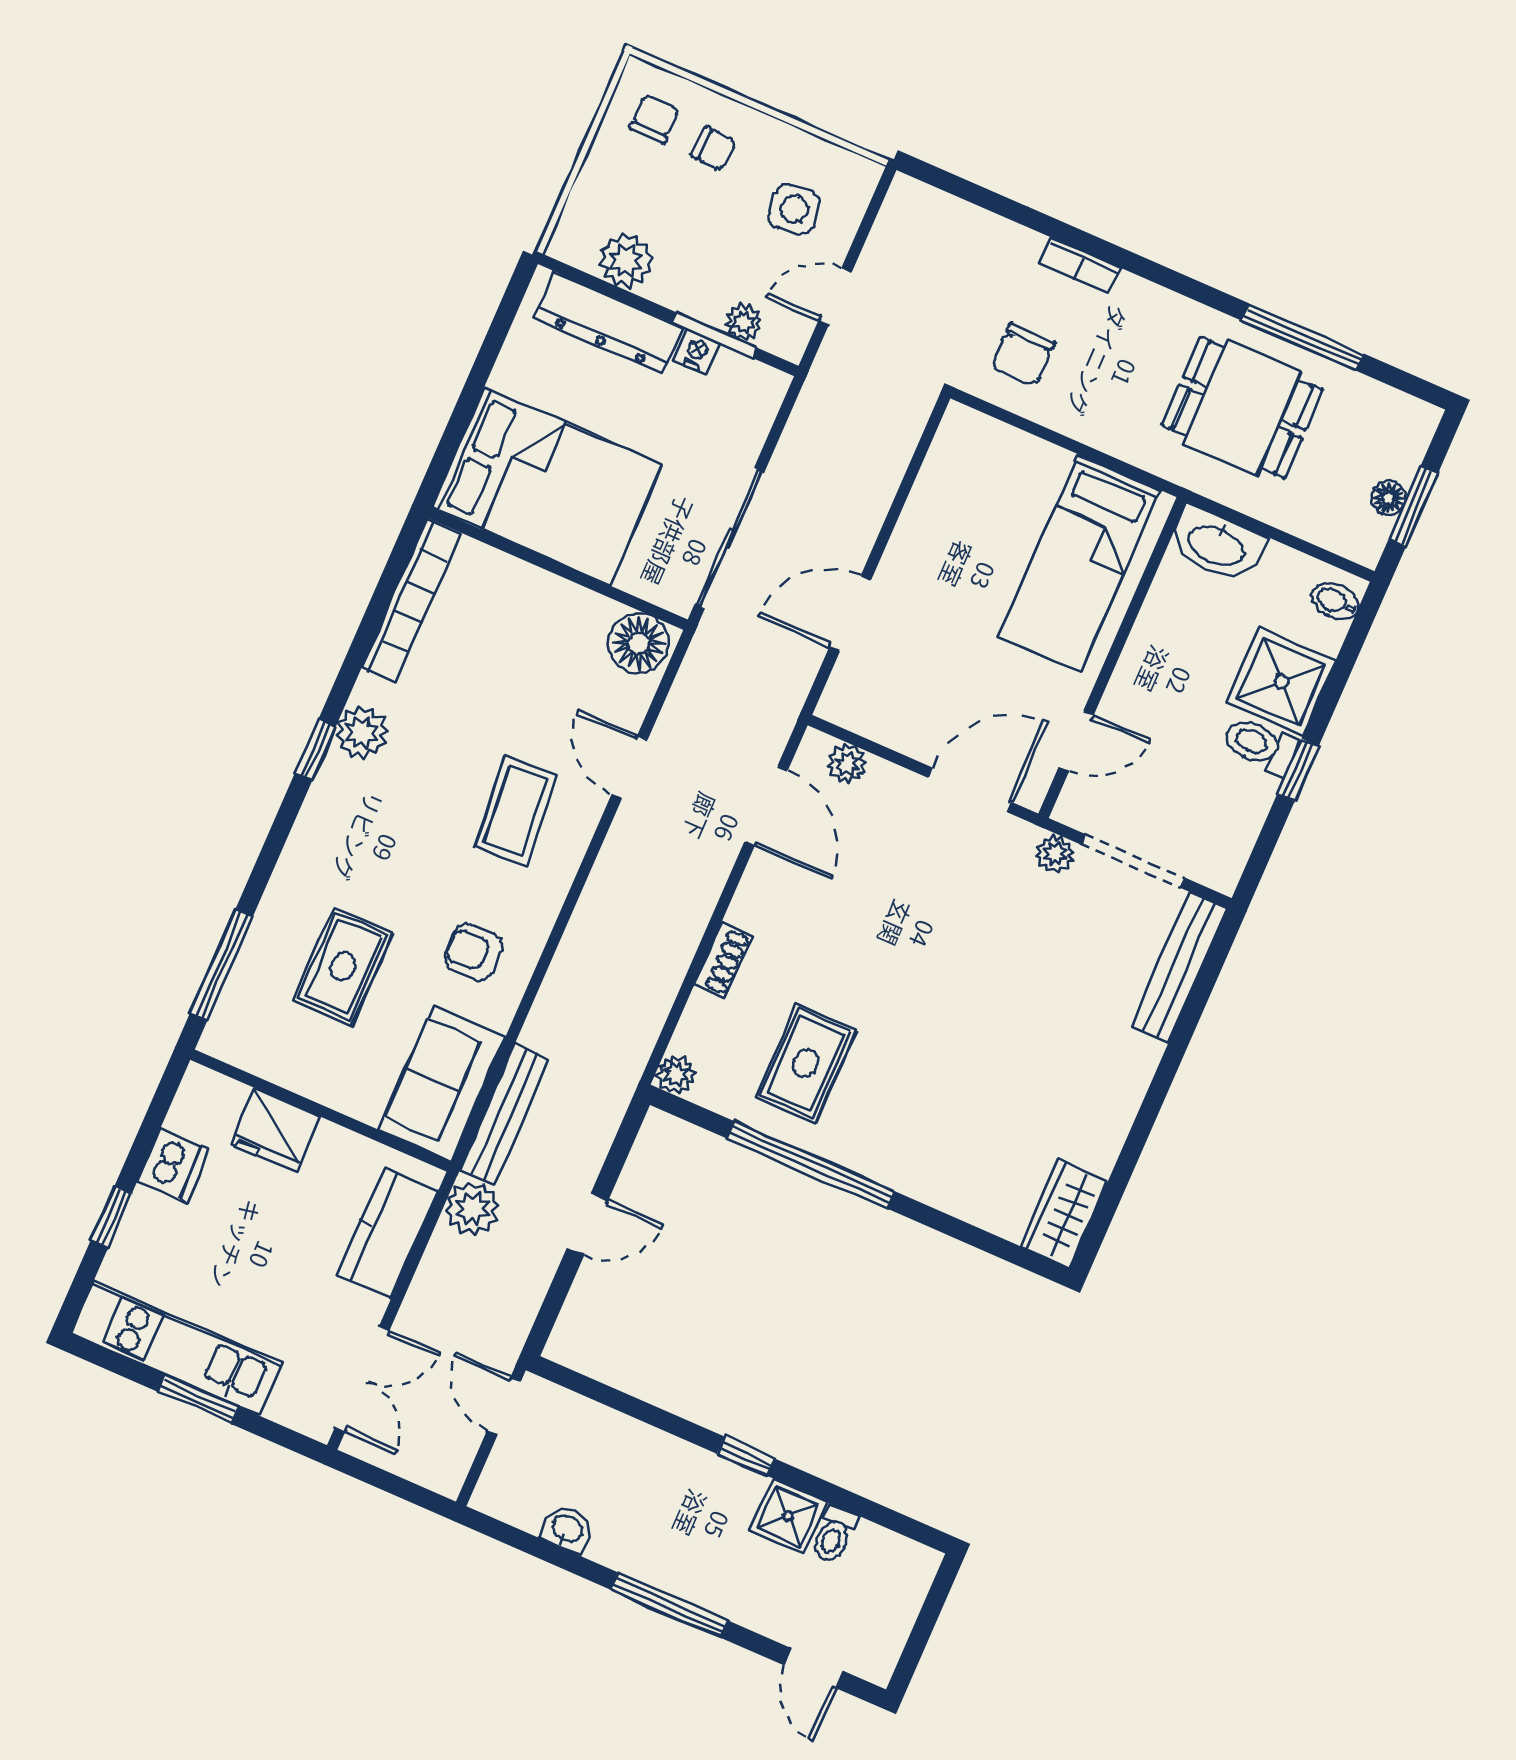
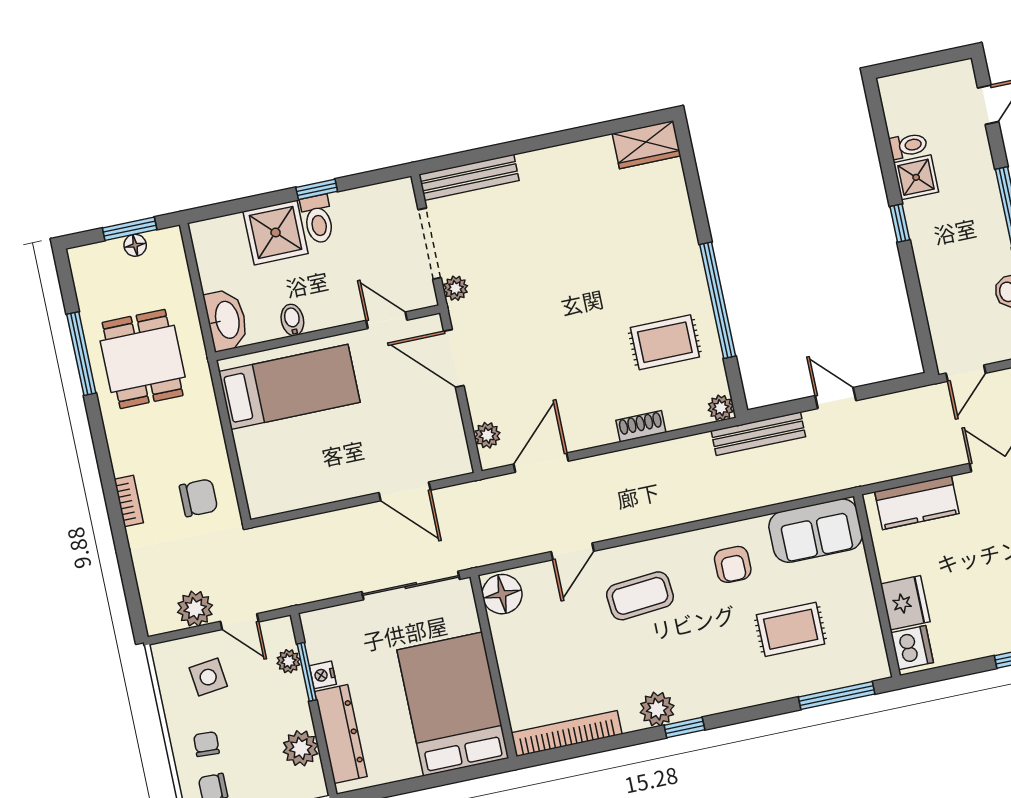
bidet: (1335, 601) -> (292, 320), moved, turned 180
bench: (505, 1114) -> (758, 434), moved
dishwasher: (173, 1165) -> (912, 648), moved, turned 90
plant: (472, 1209) -> (195, 609), moved

